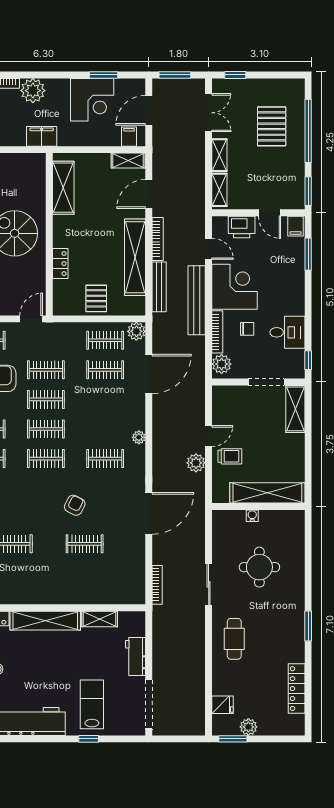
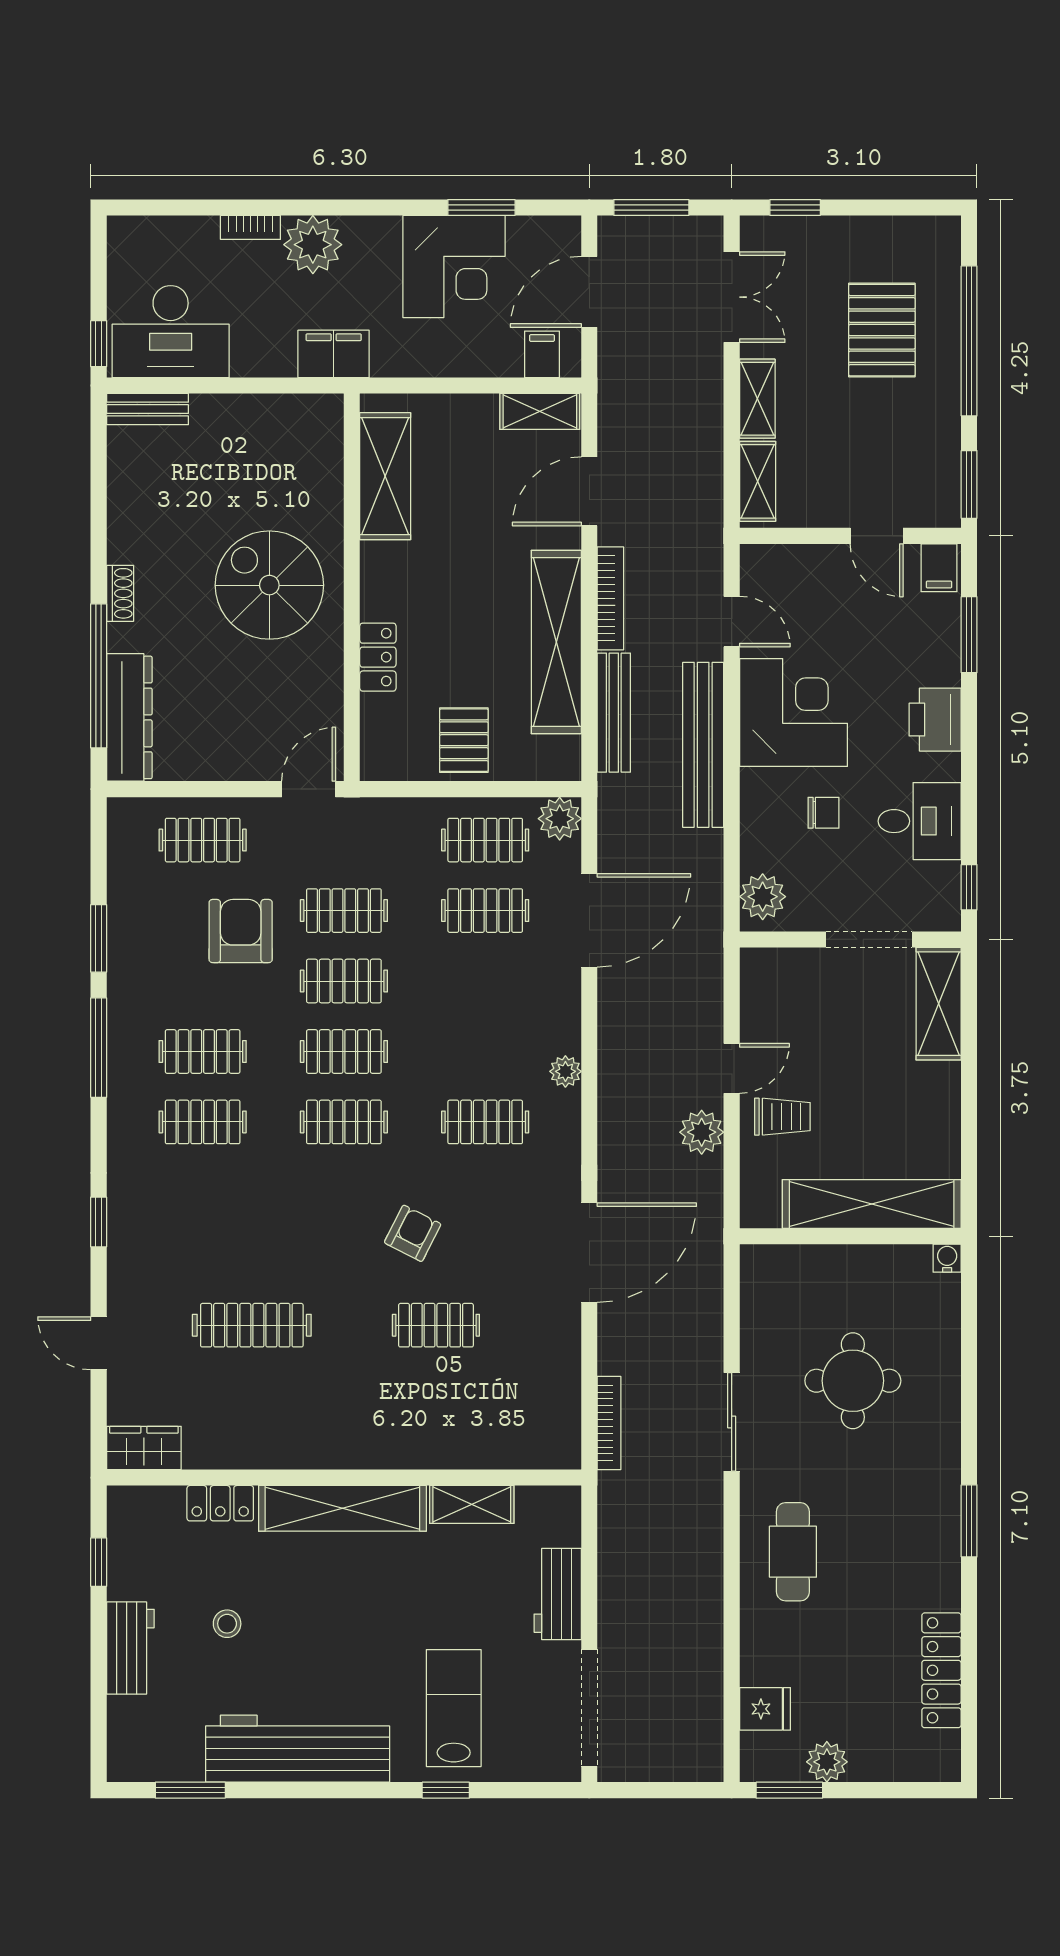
printer: (242, 227) -> (935, 720), moved, turned 90
bookcase: (217, 332) -> (752, 820), removed
water cooler: (252, 516) -> (947, 1258), moved

